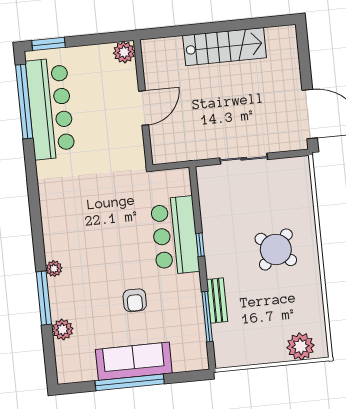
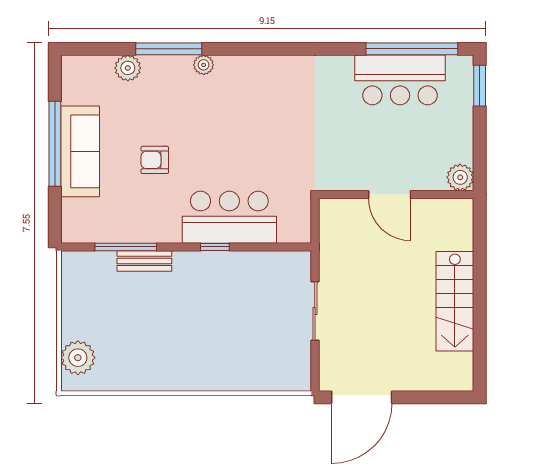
bar counter: (50, 109) -> (400, 80), width x0.73
round table: (276, 249) -> (200, 339), removed

